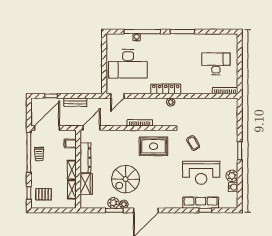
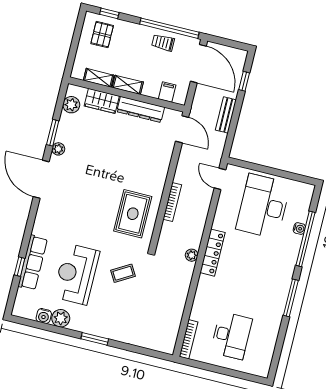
spiral stairs: (126, 179) -> (95, 161), removed
plant: (113, 203) -> (71, 105), moved

